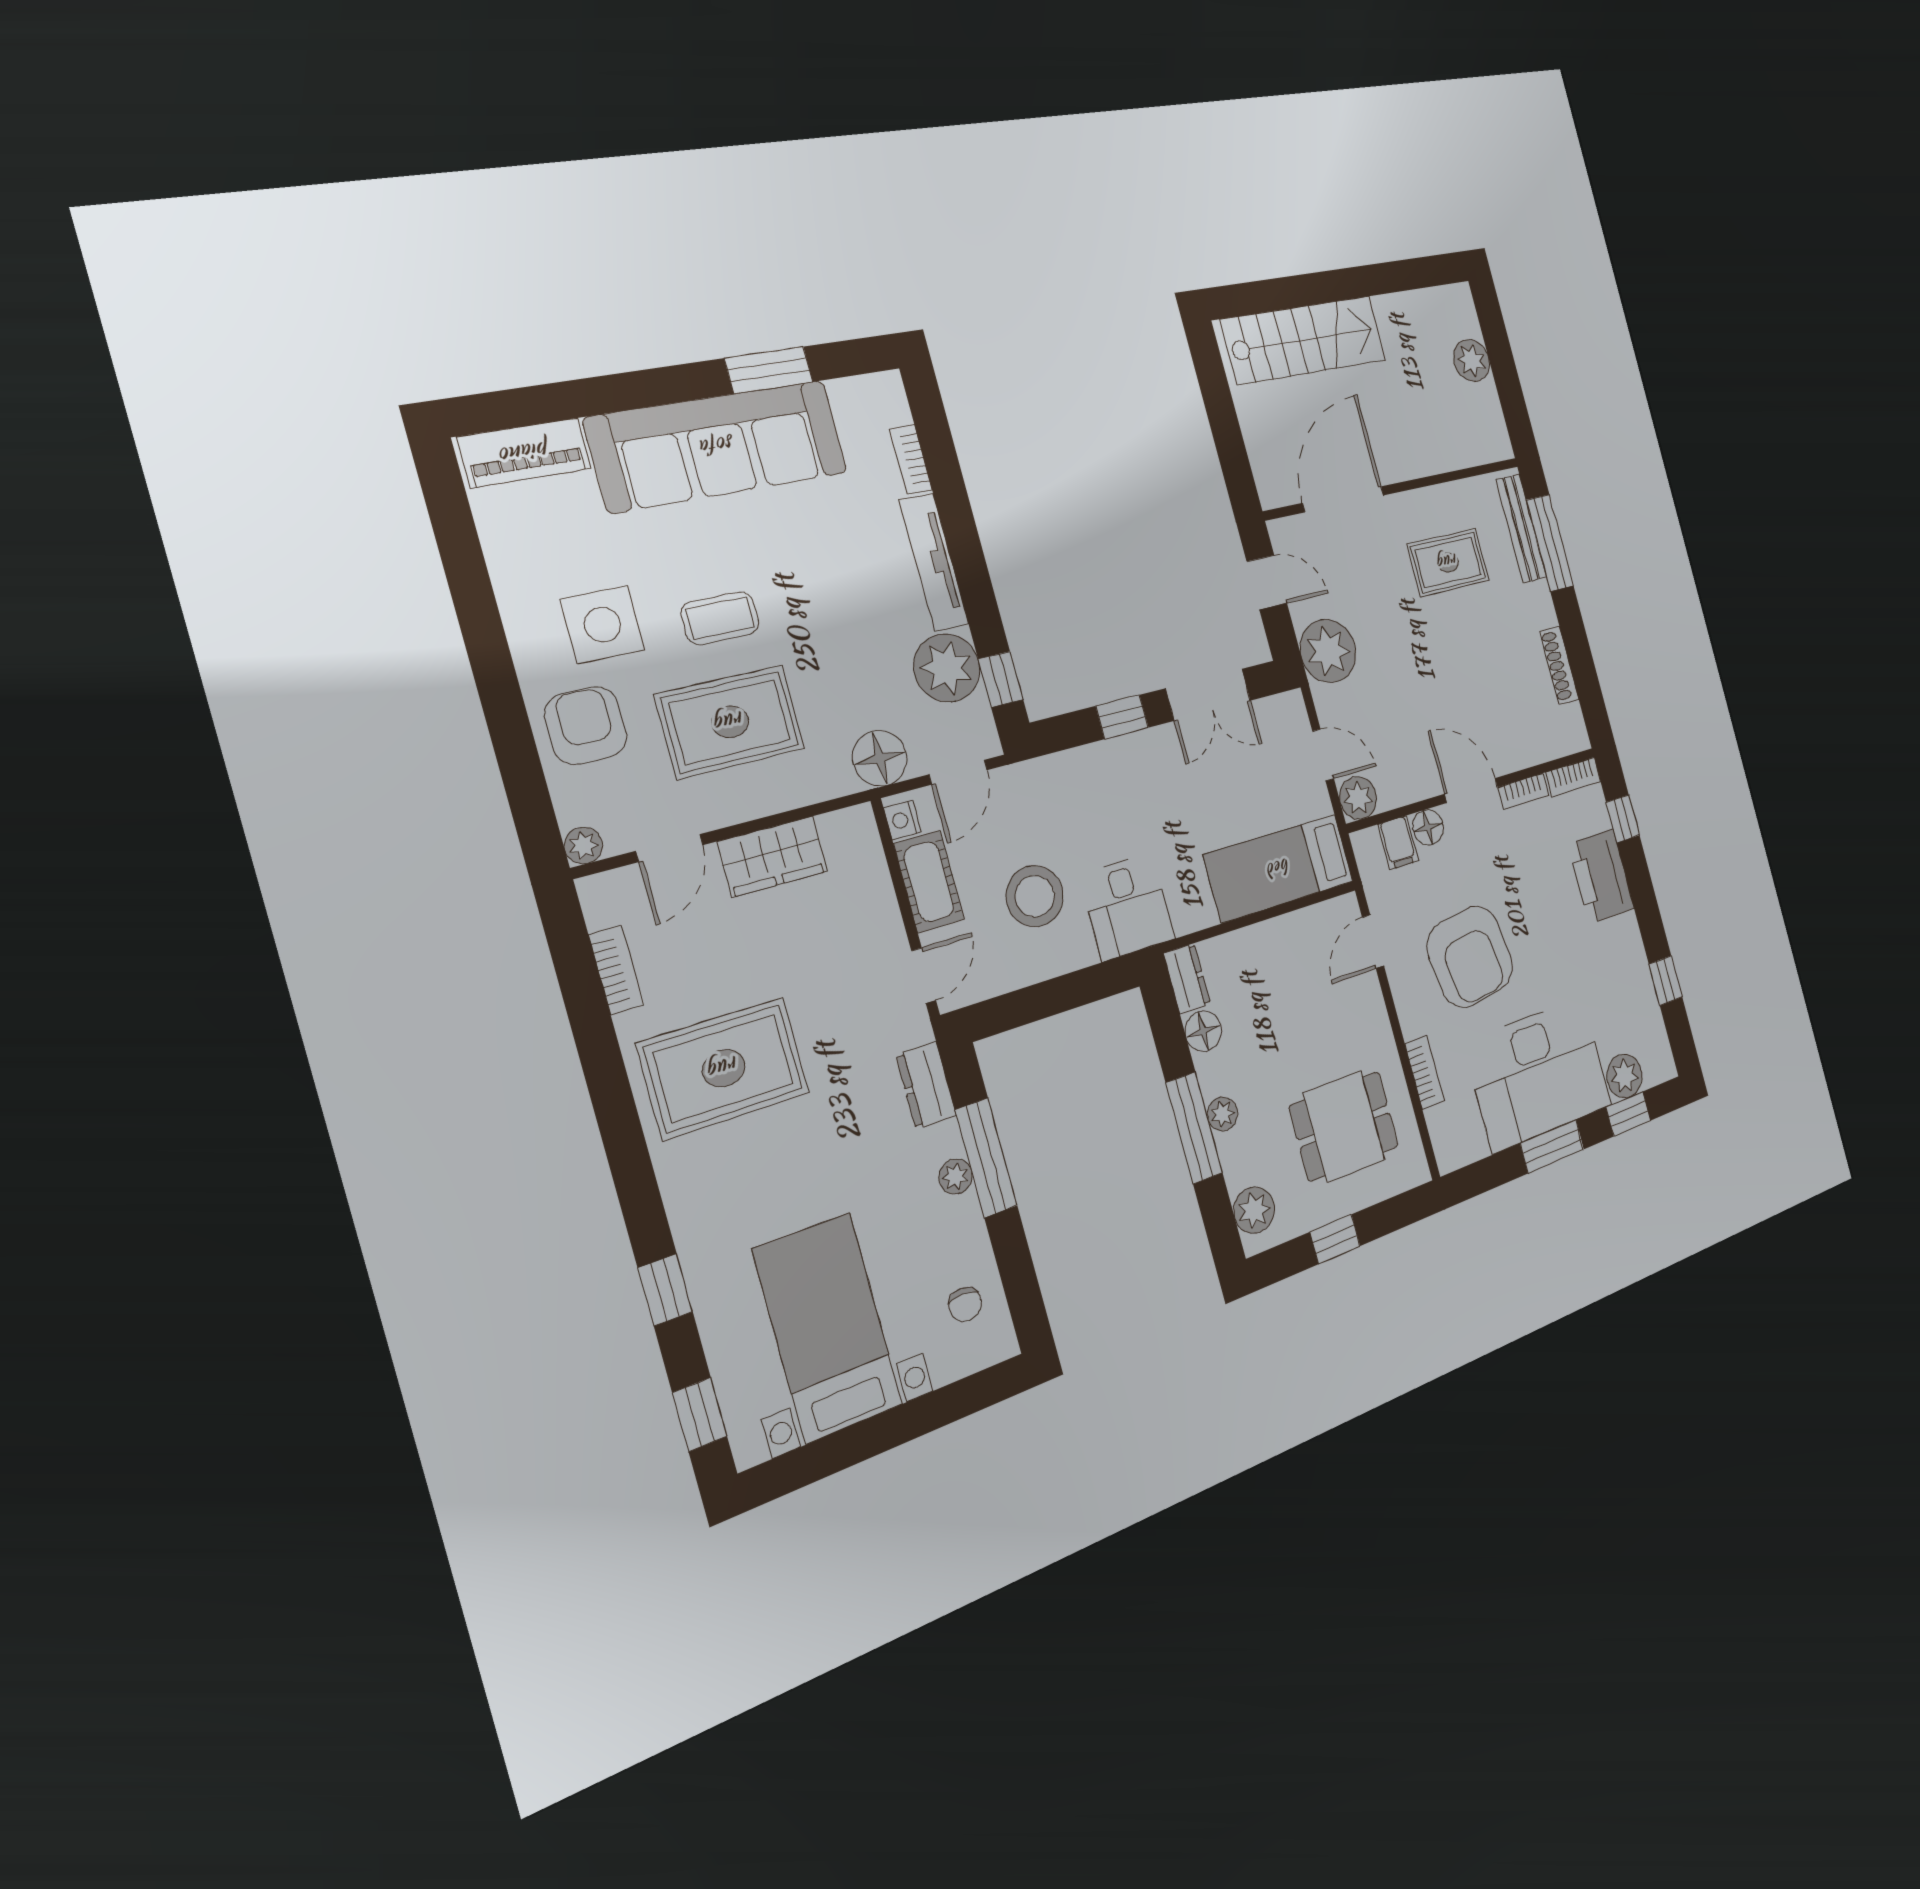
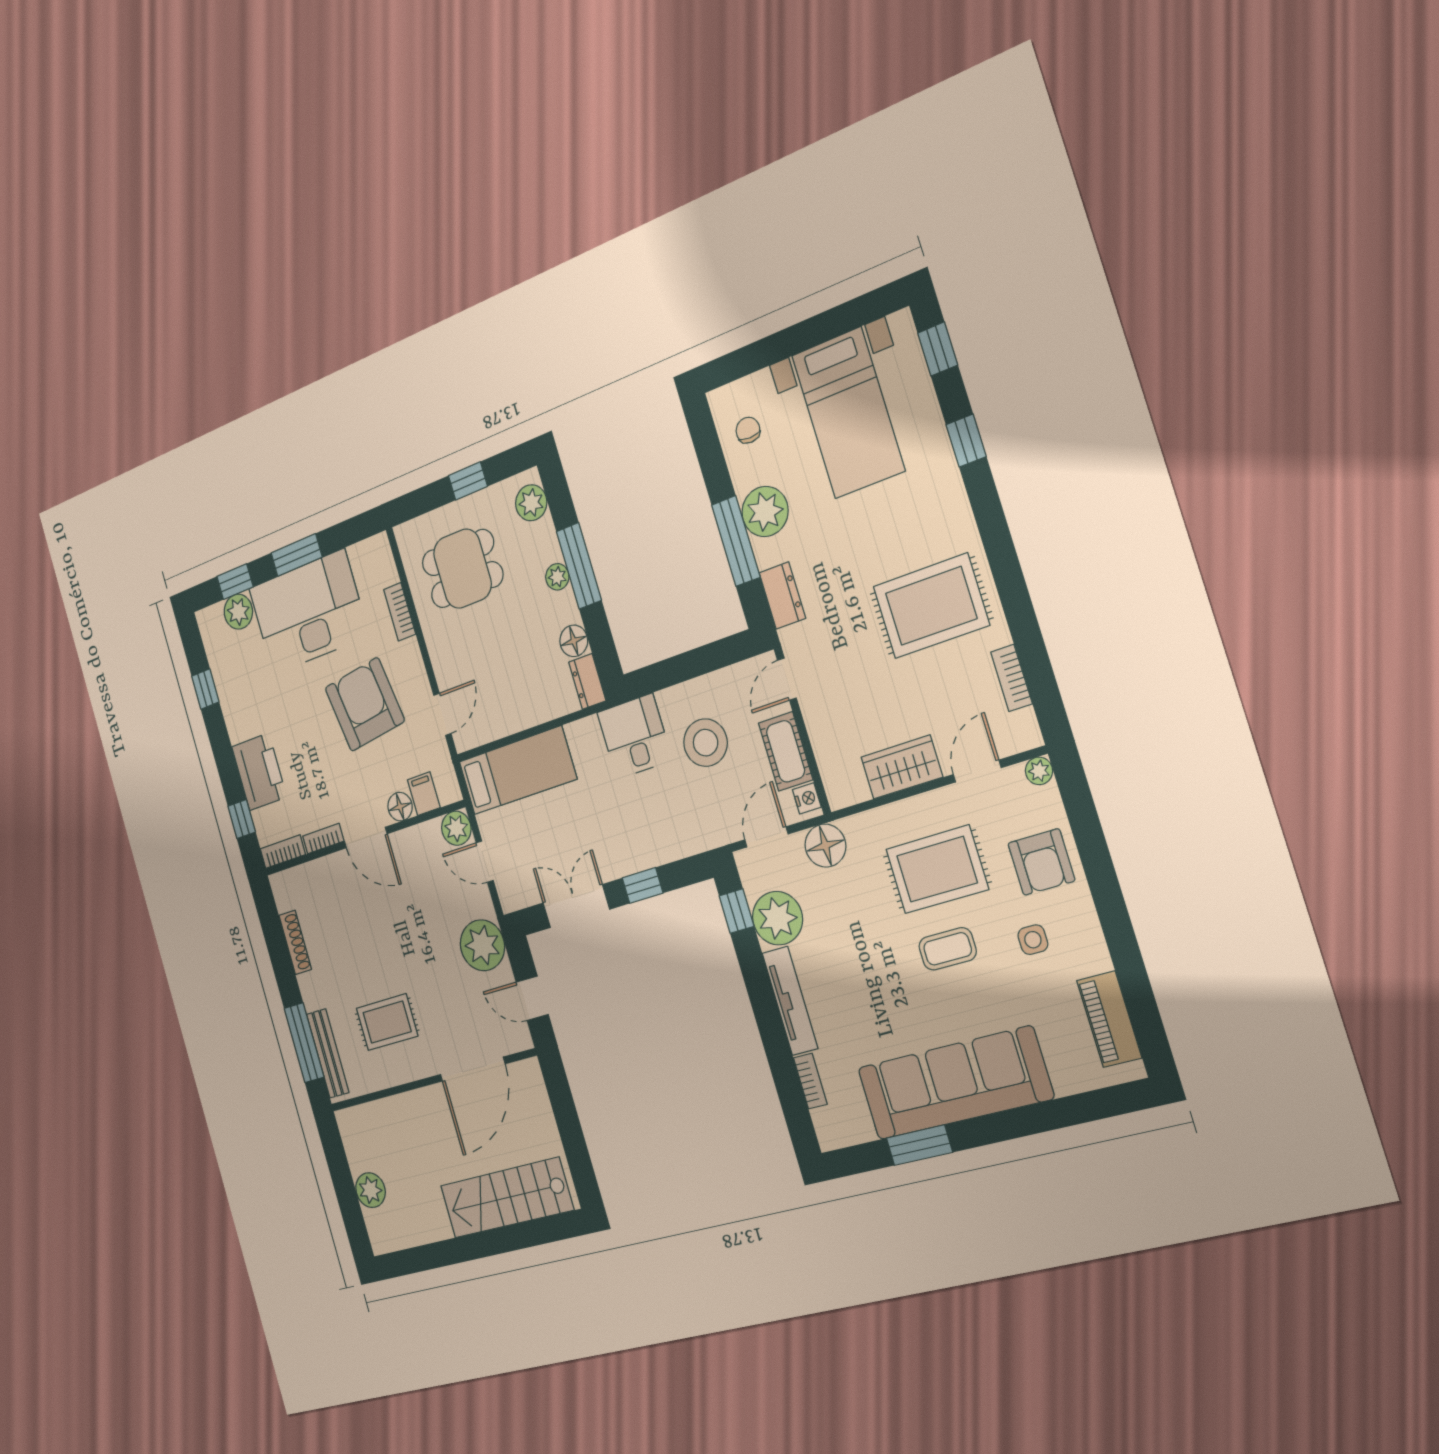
piano: (525, 453) -> (1109, 1019), moved, turned -90
side table: (602, 625) -> (1033, 940), width x0.54, depth x0.54
plant: (956, 1176) -> (765, 512), width x1.88, depth x1.88

